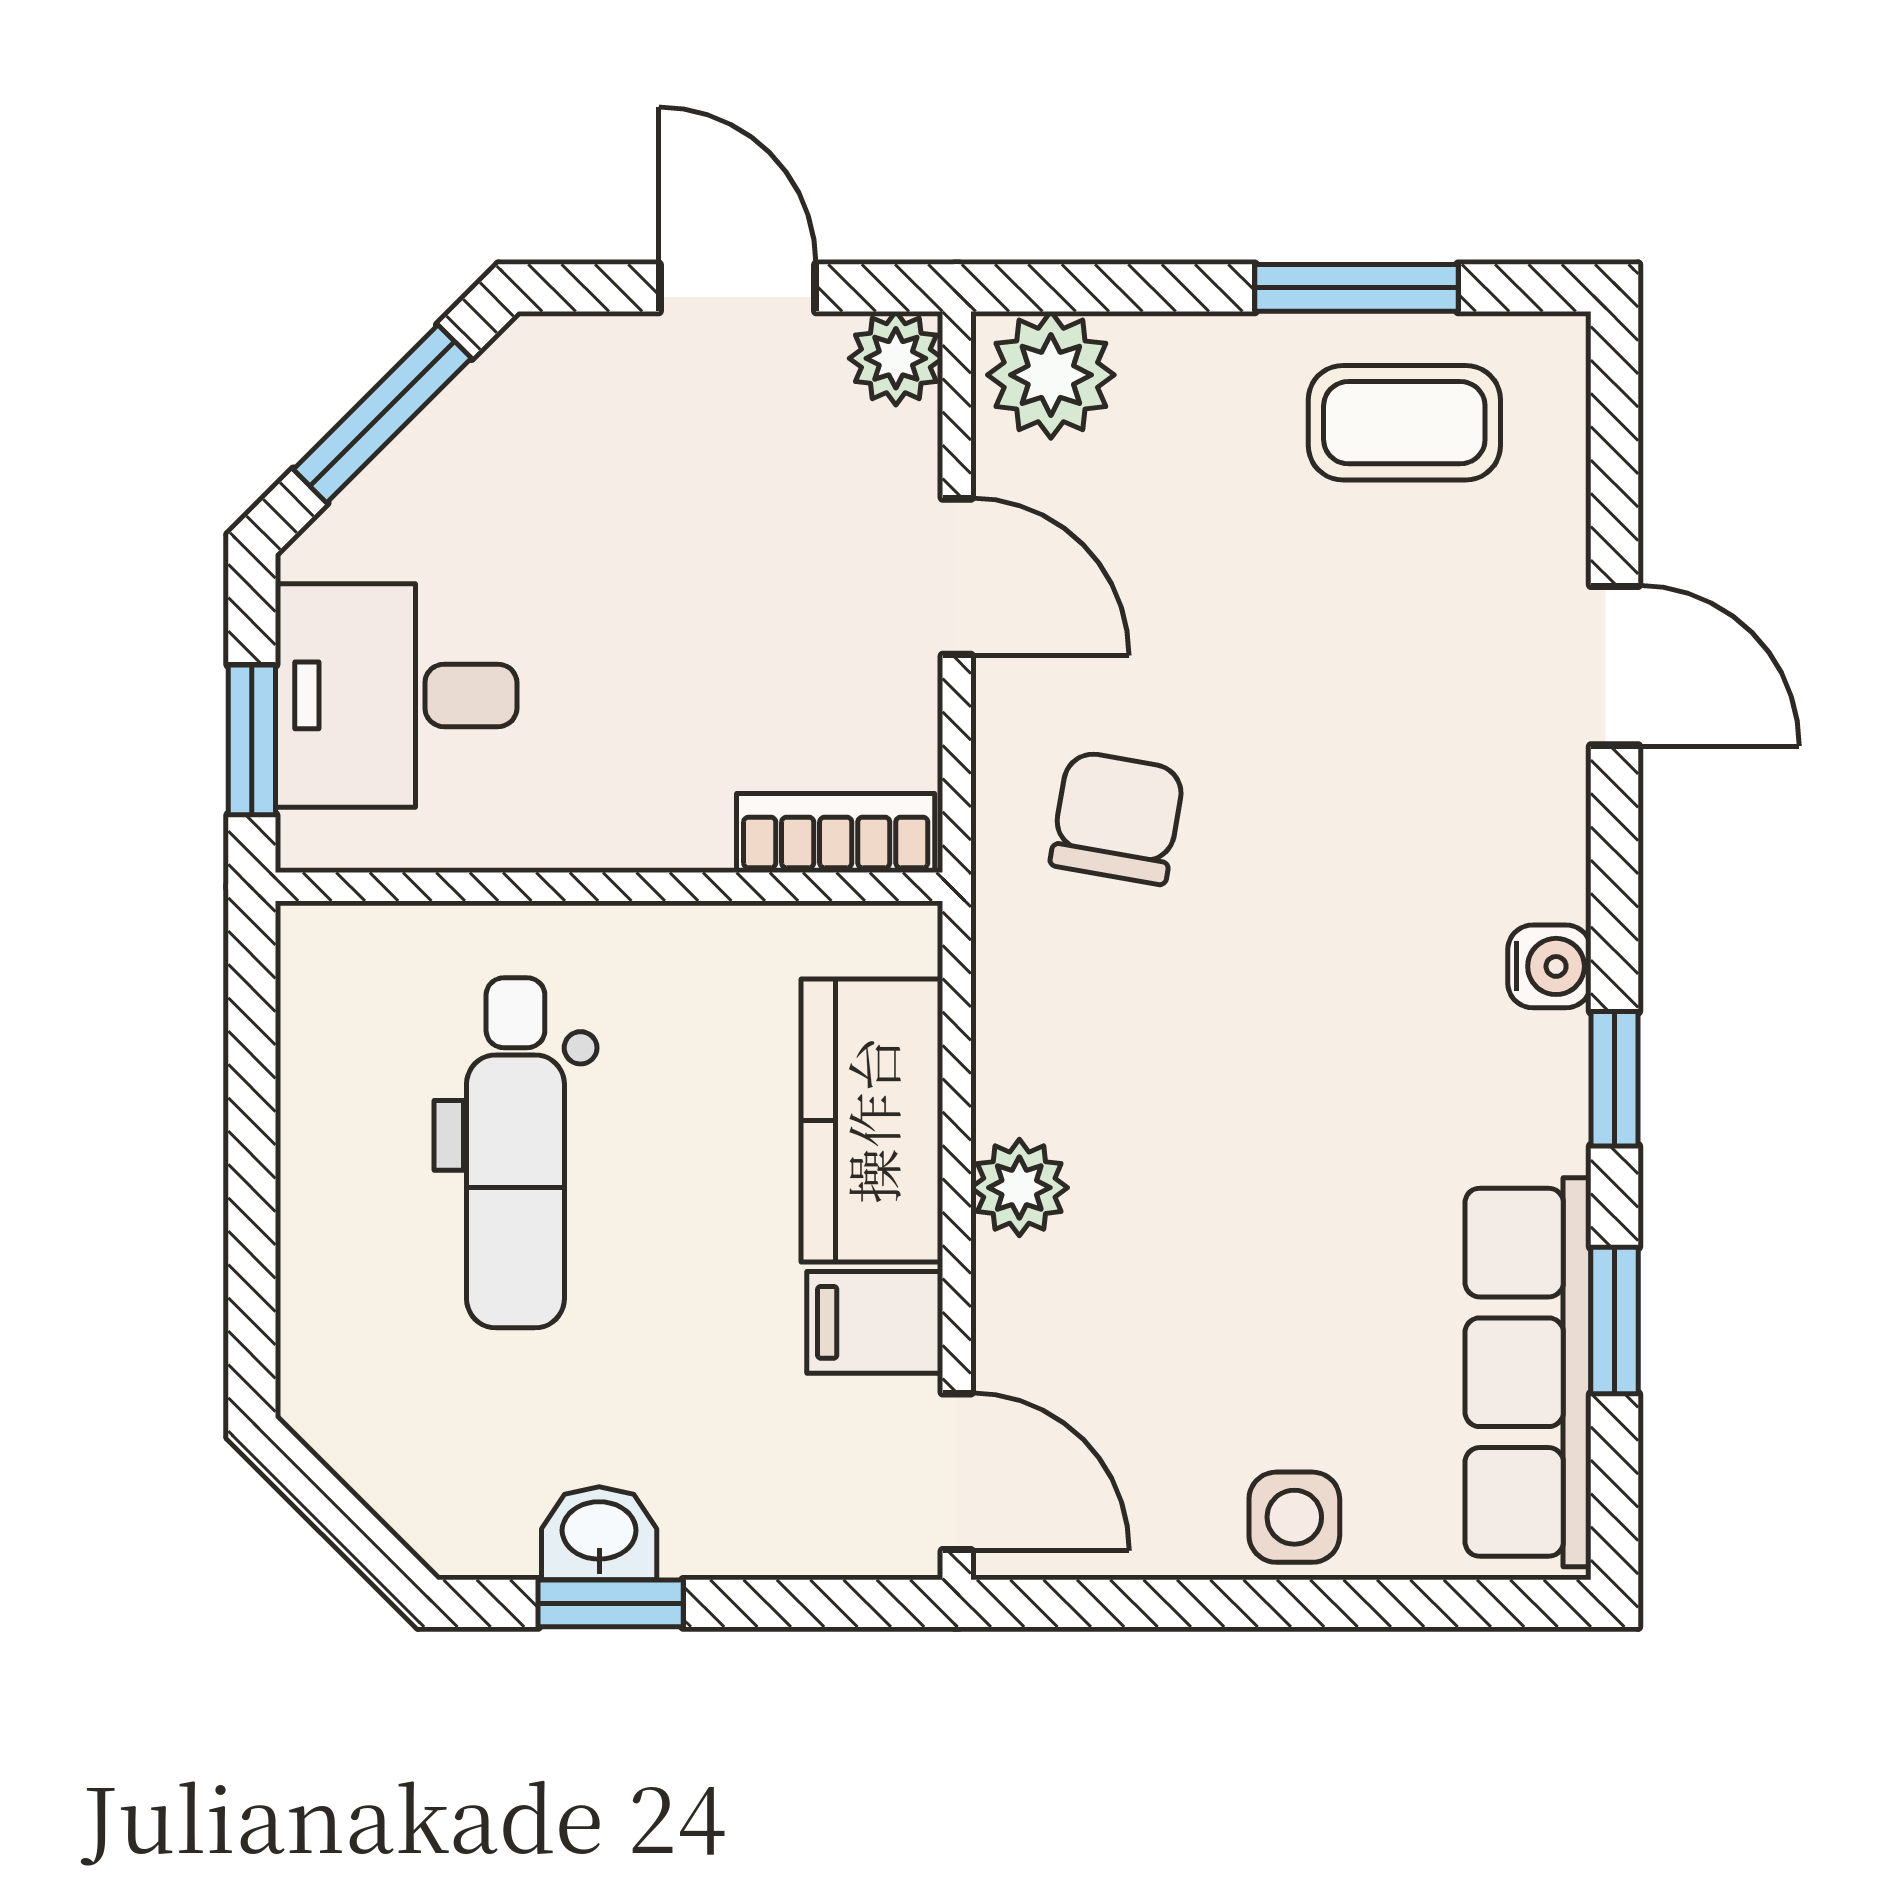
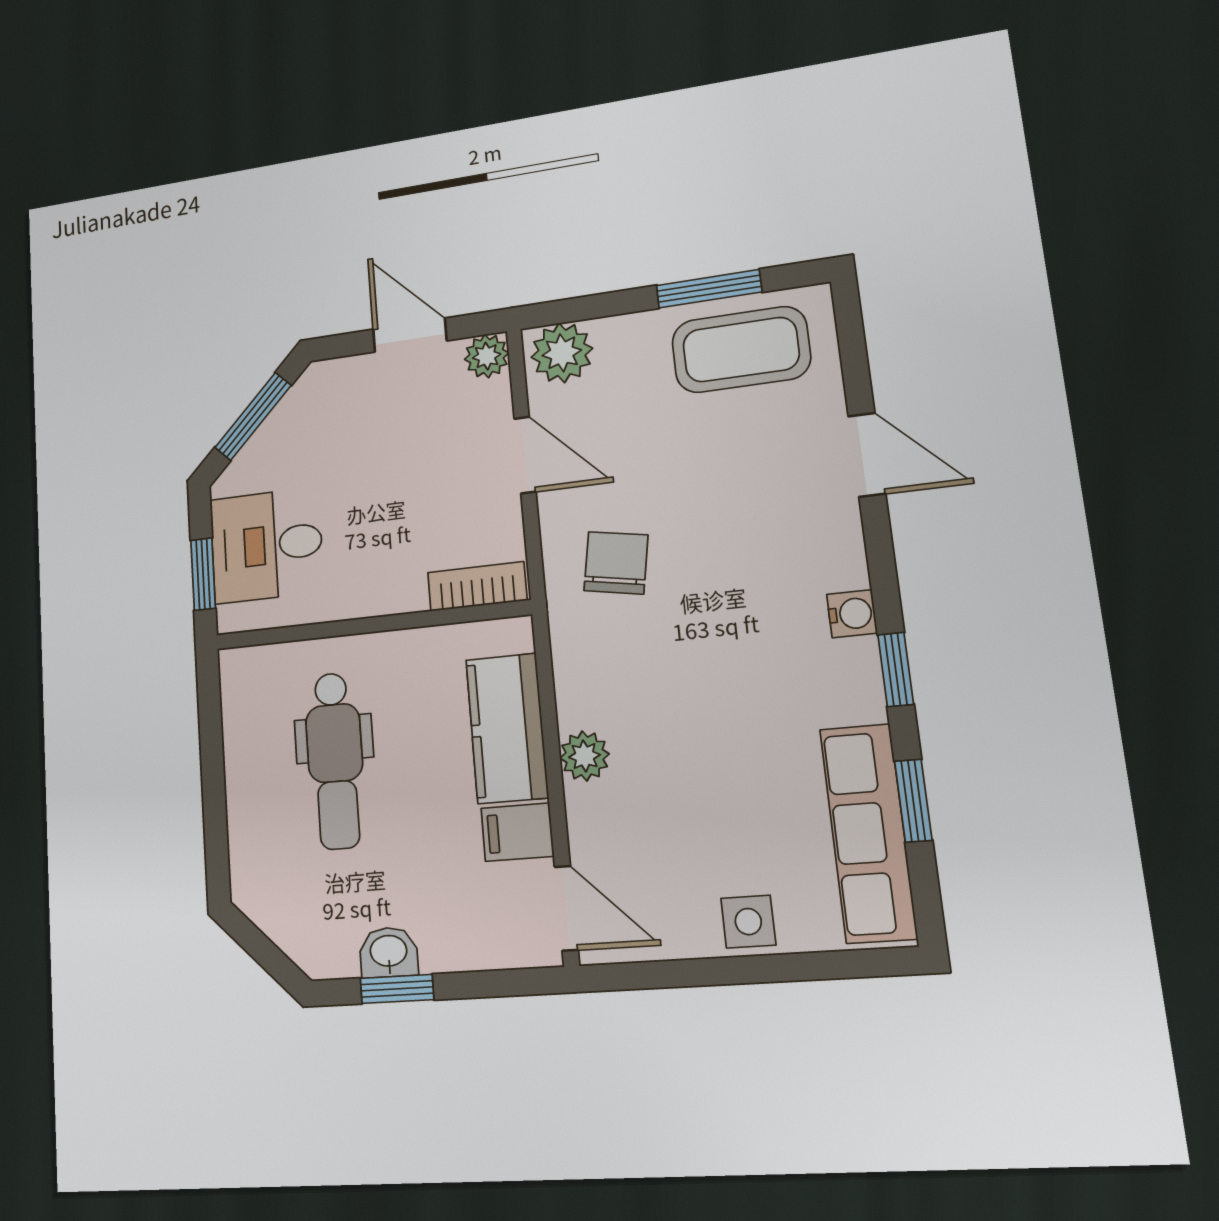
coffee table: (1404, 423) -> (741, 350), width x1.36, depth x1.30

